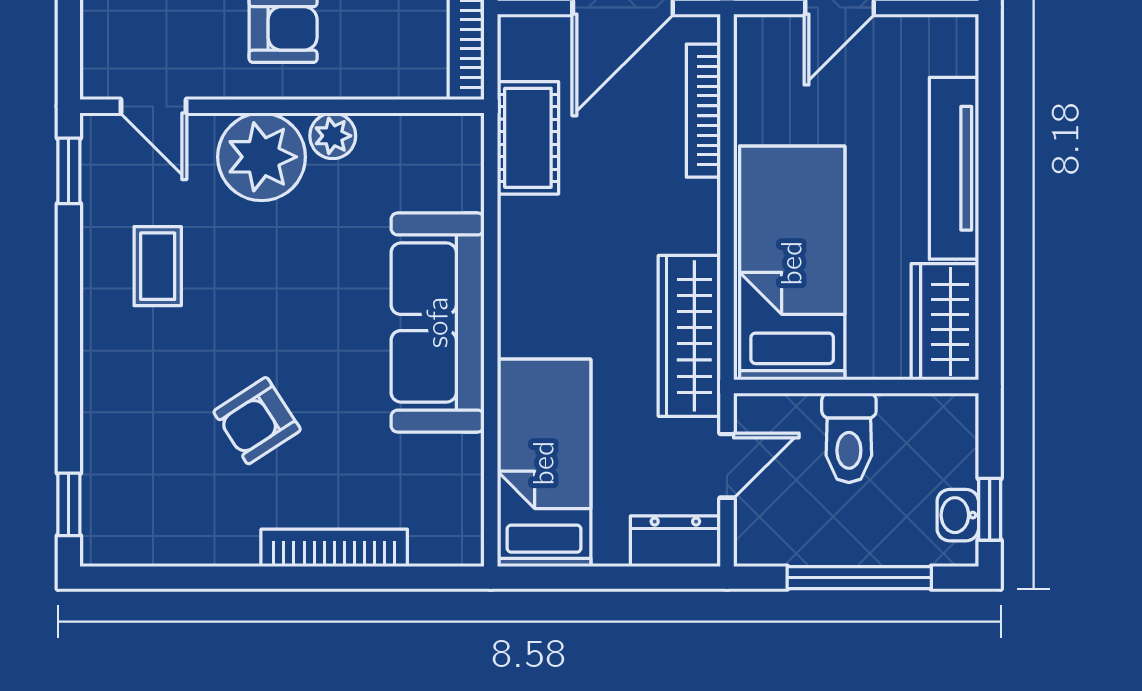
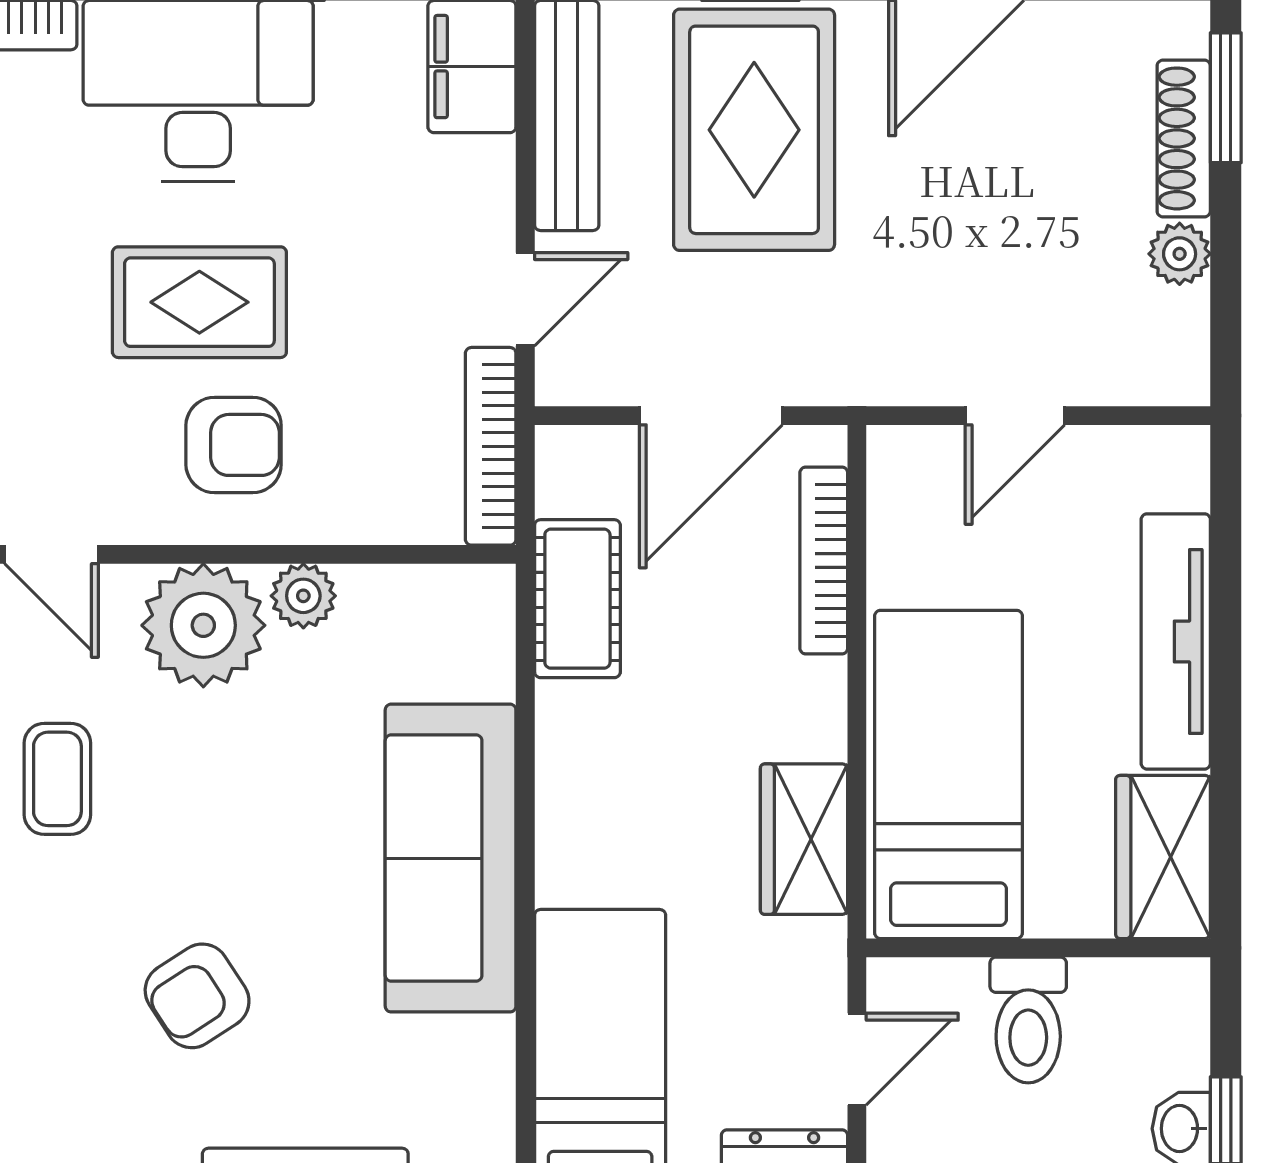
wardrobe: (689, 336) -> (804, 839), width x0.67

